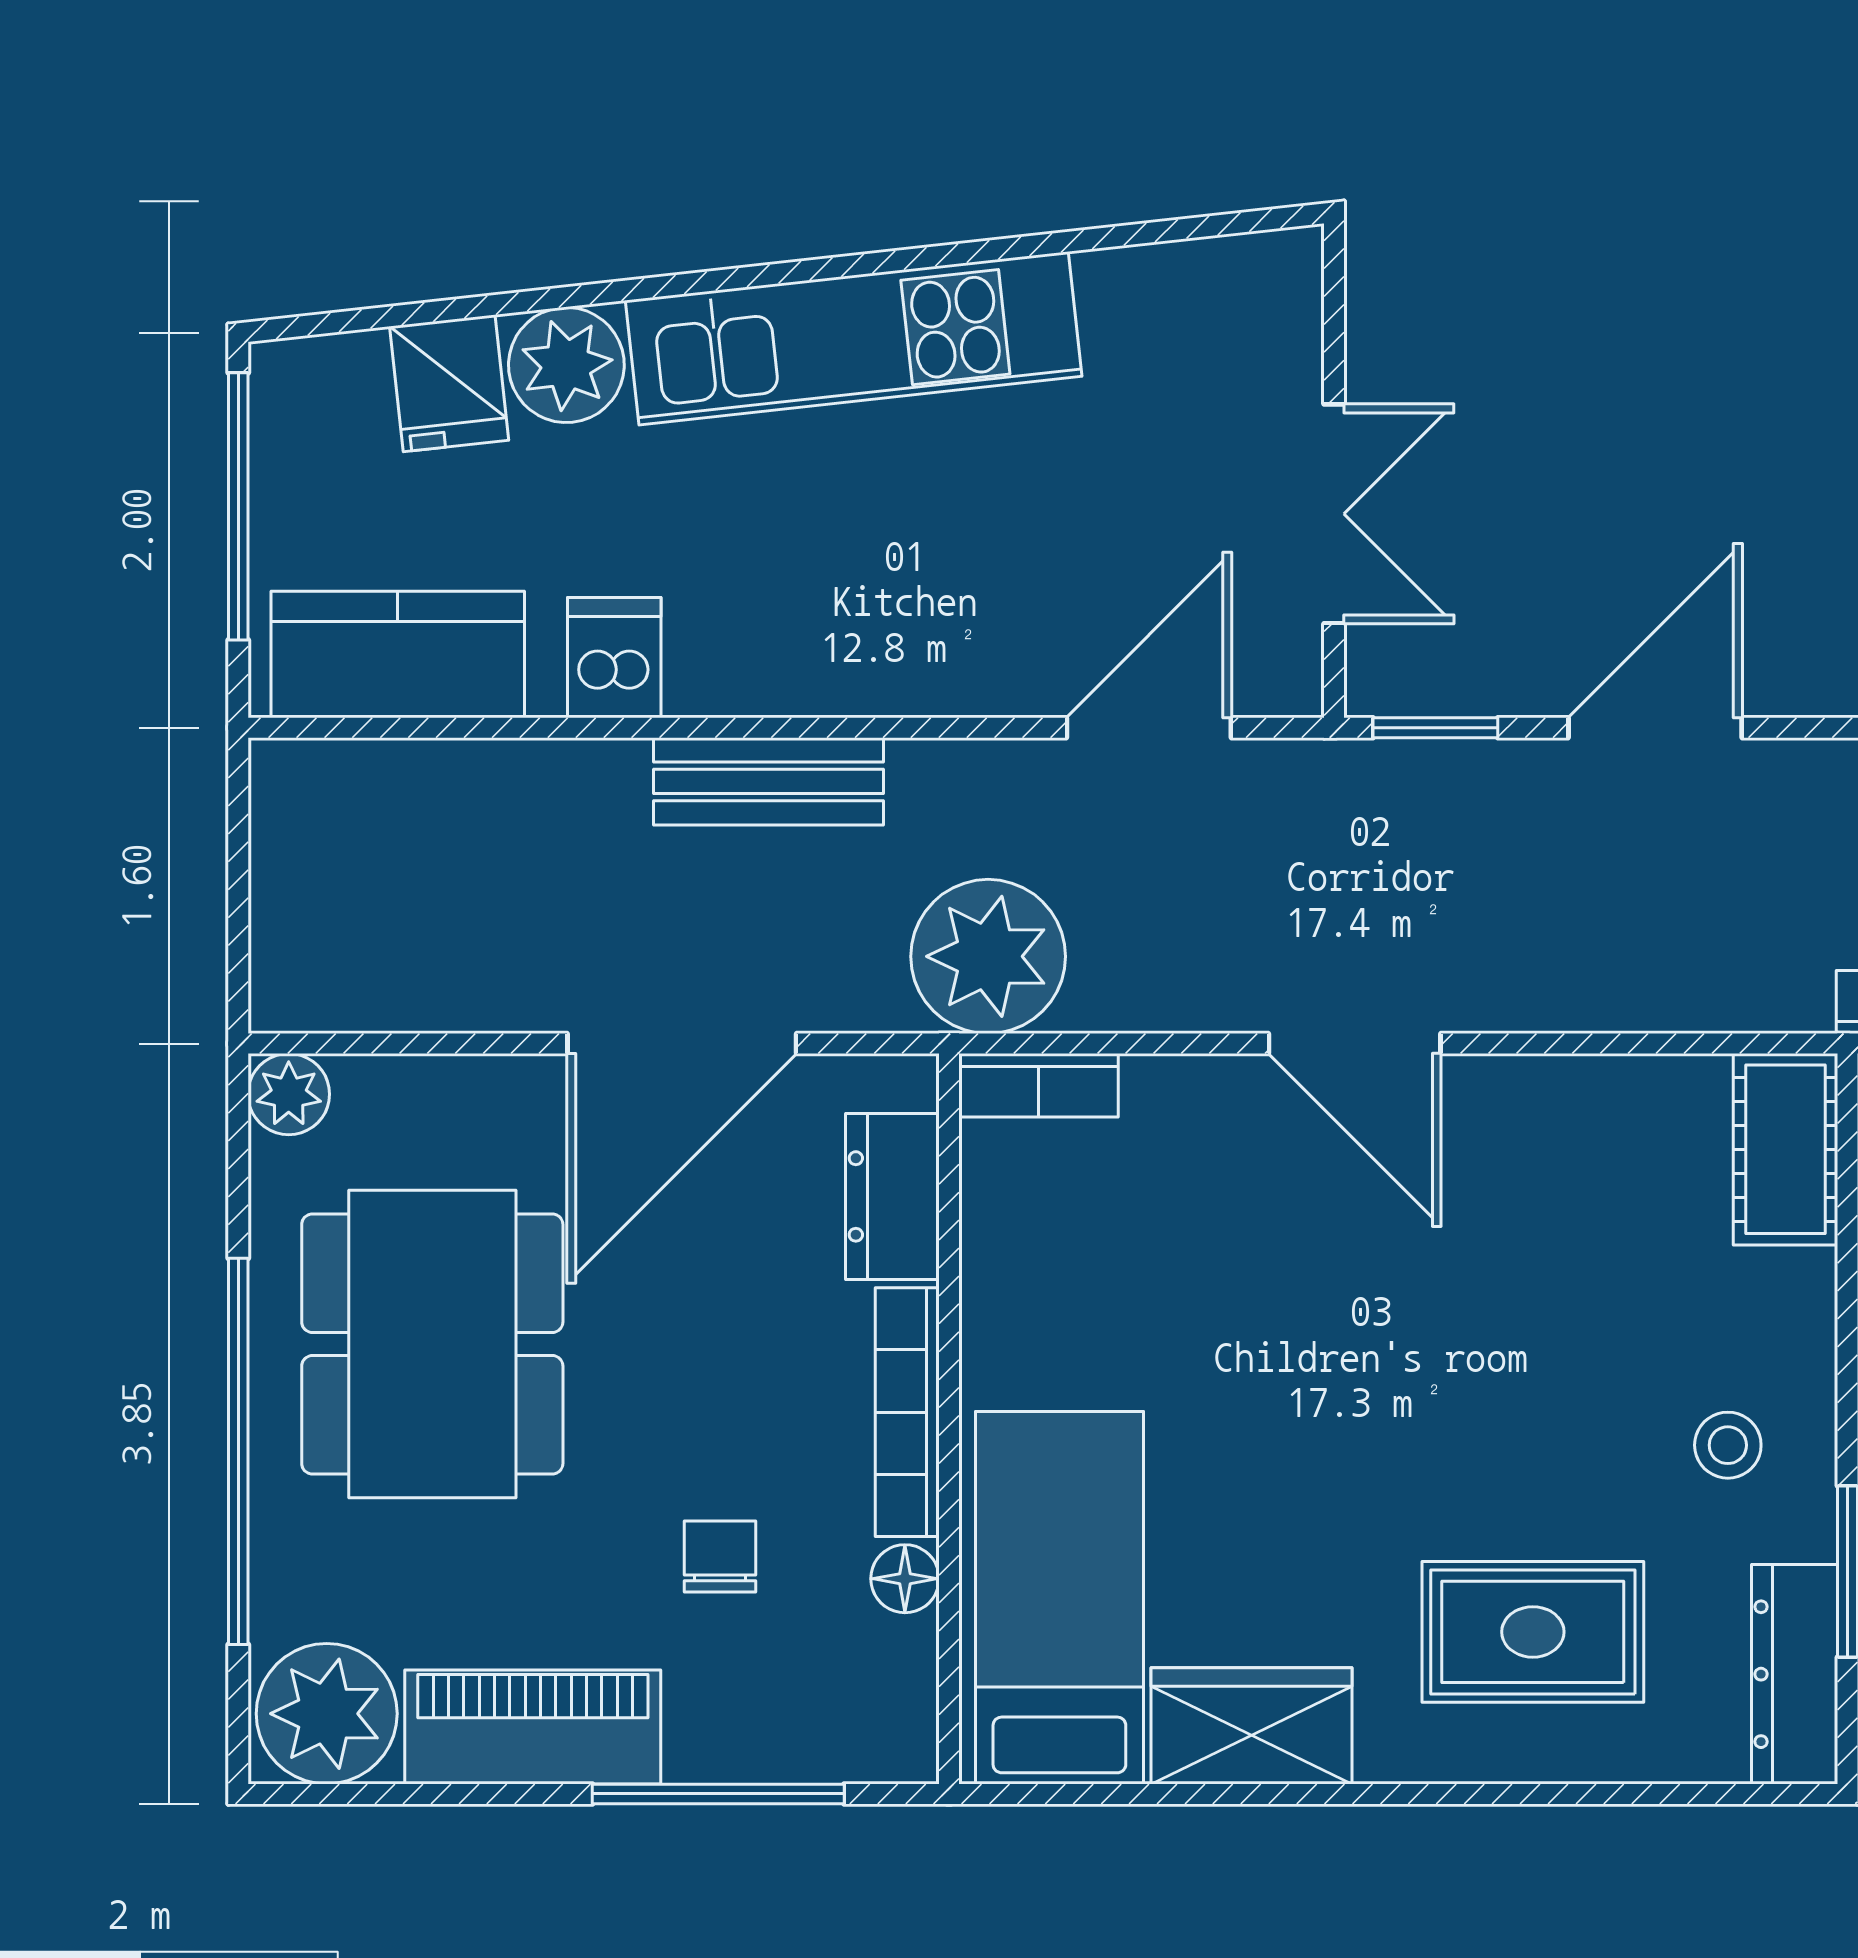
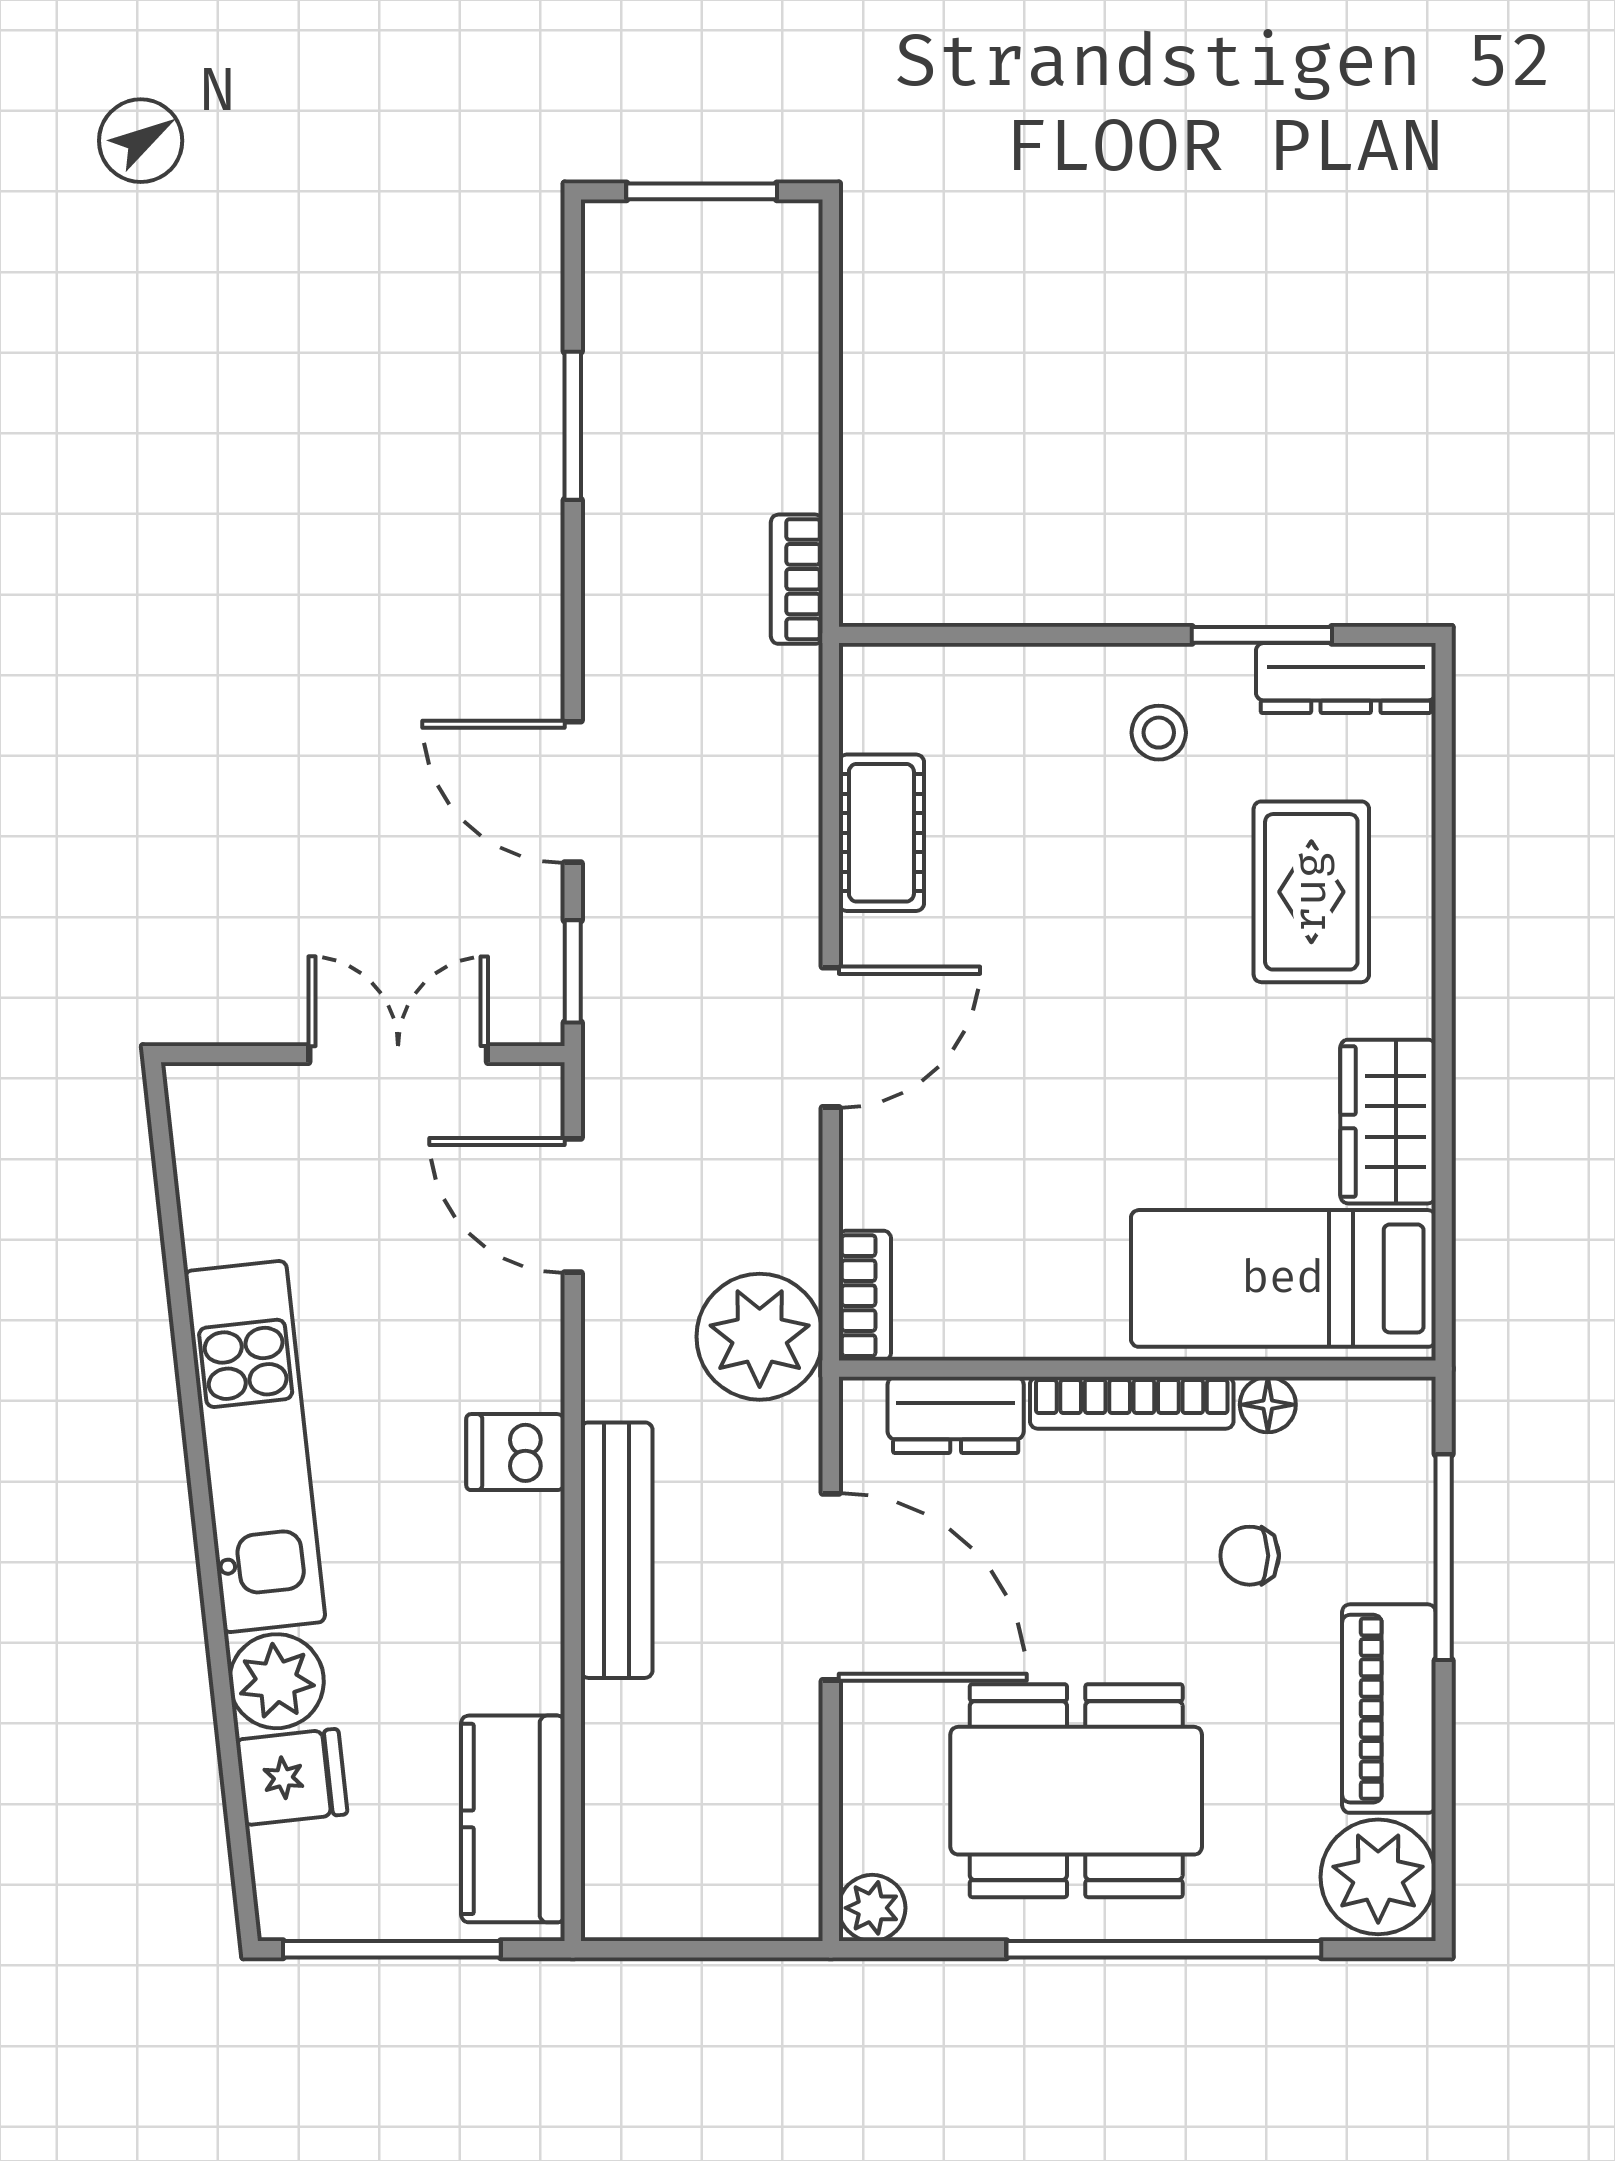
dishwasher: (614, 658) -> (516, 1452), moved
bench: (769, 781) -> (617, 1550), width x1.36
cot: (1785, 1149) -> (881, 833), moved, turned 90

